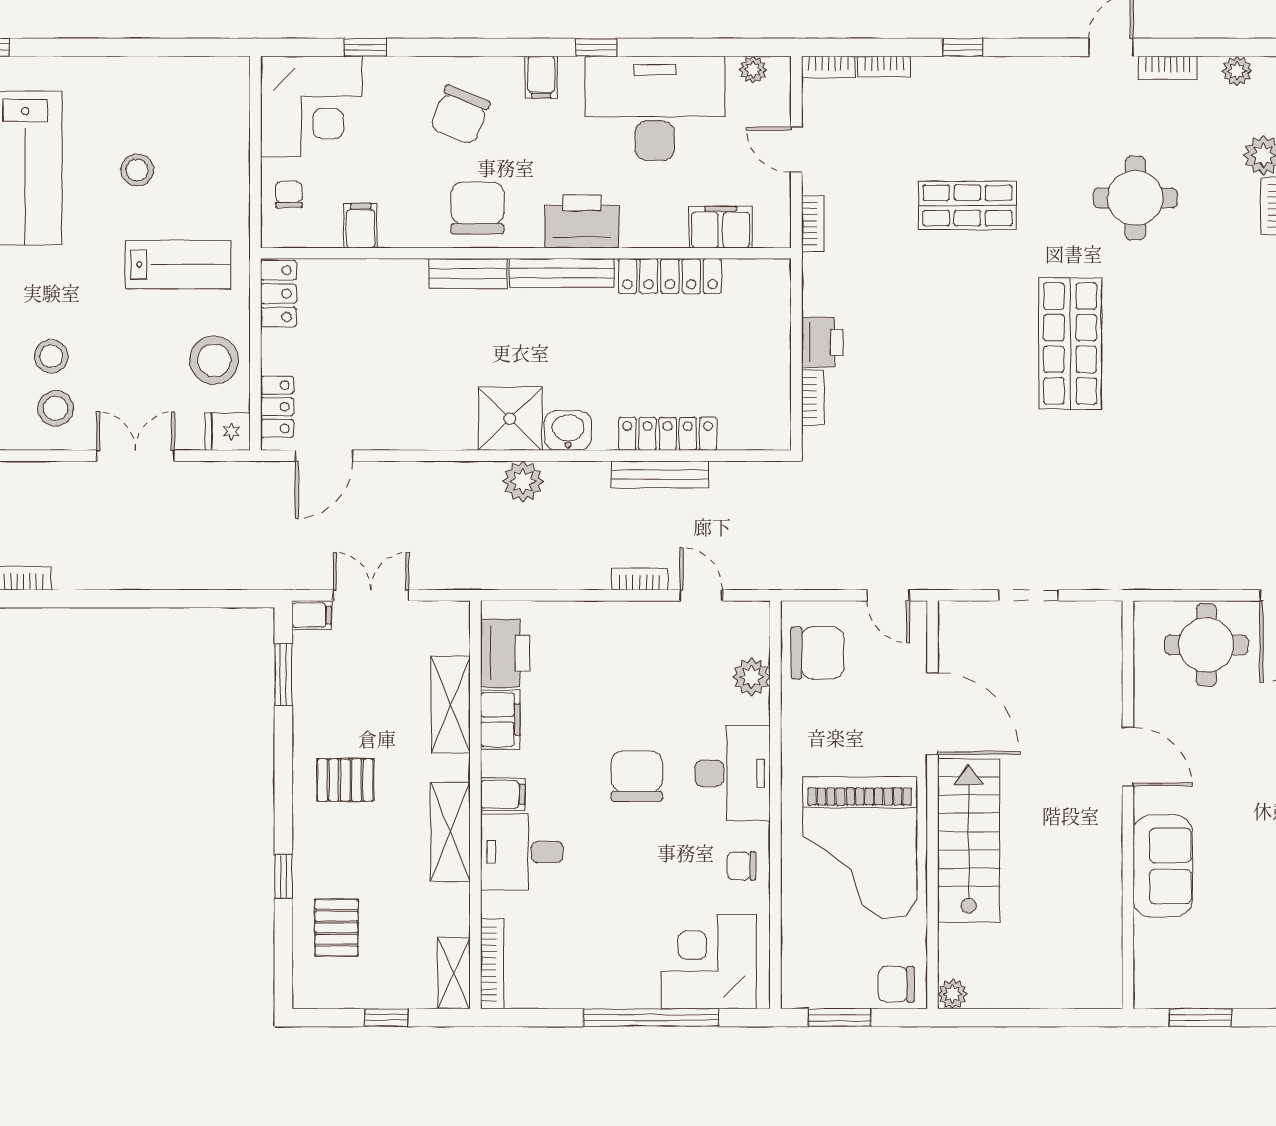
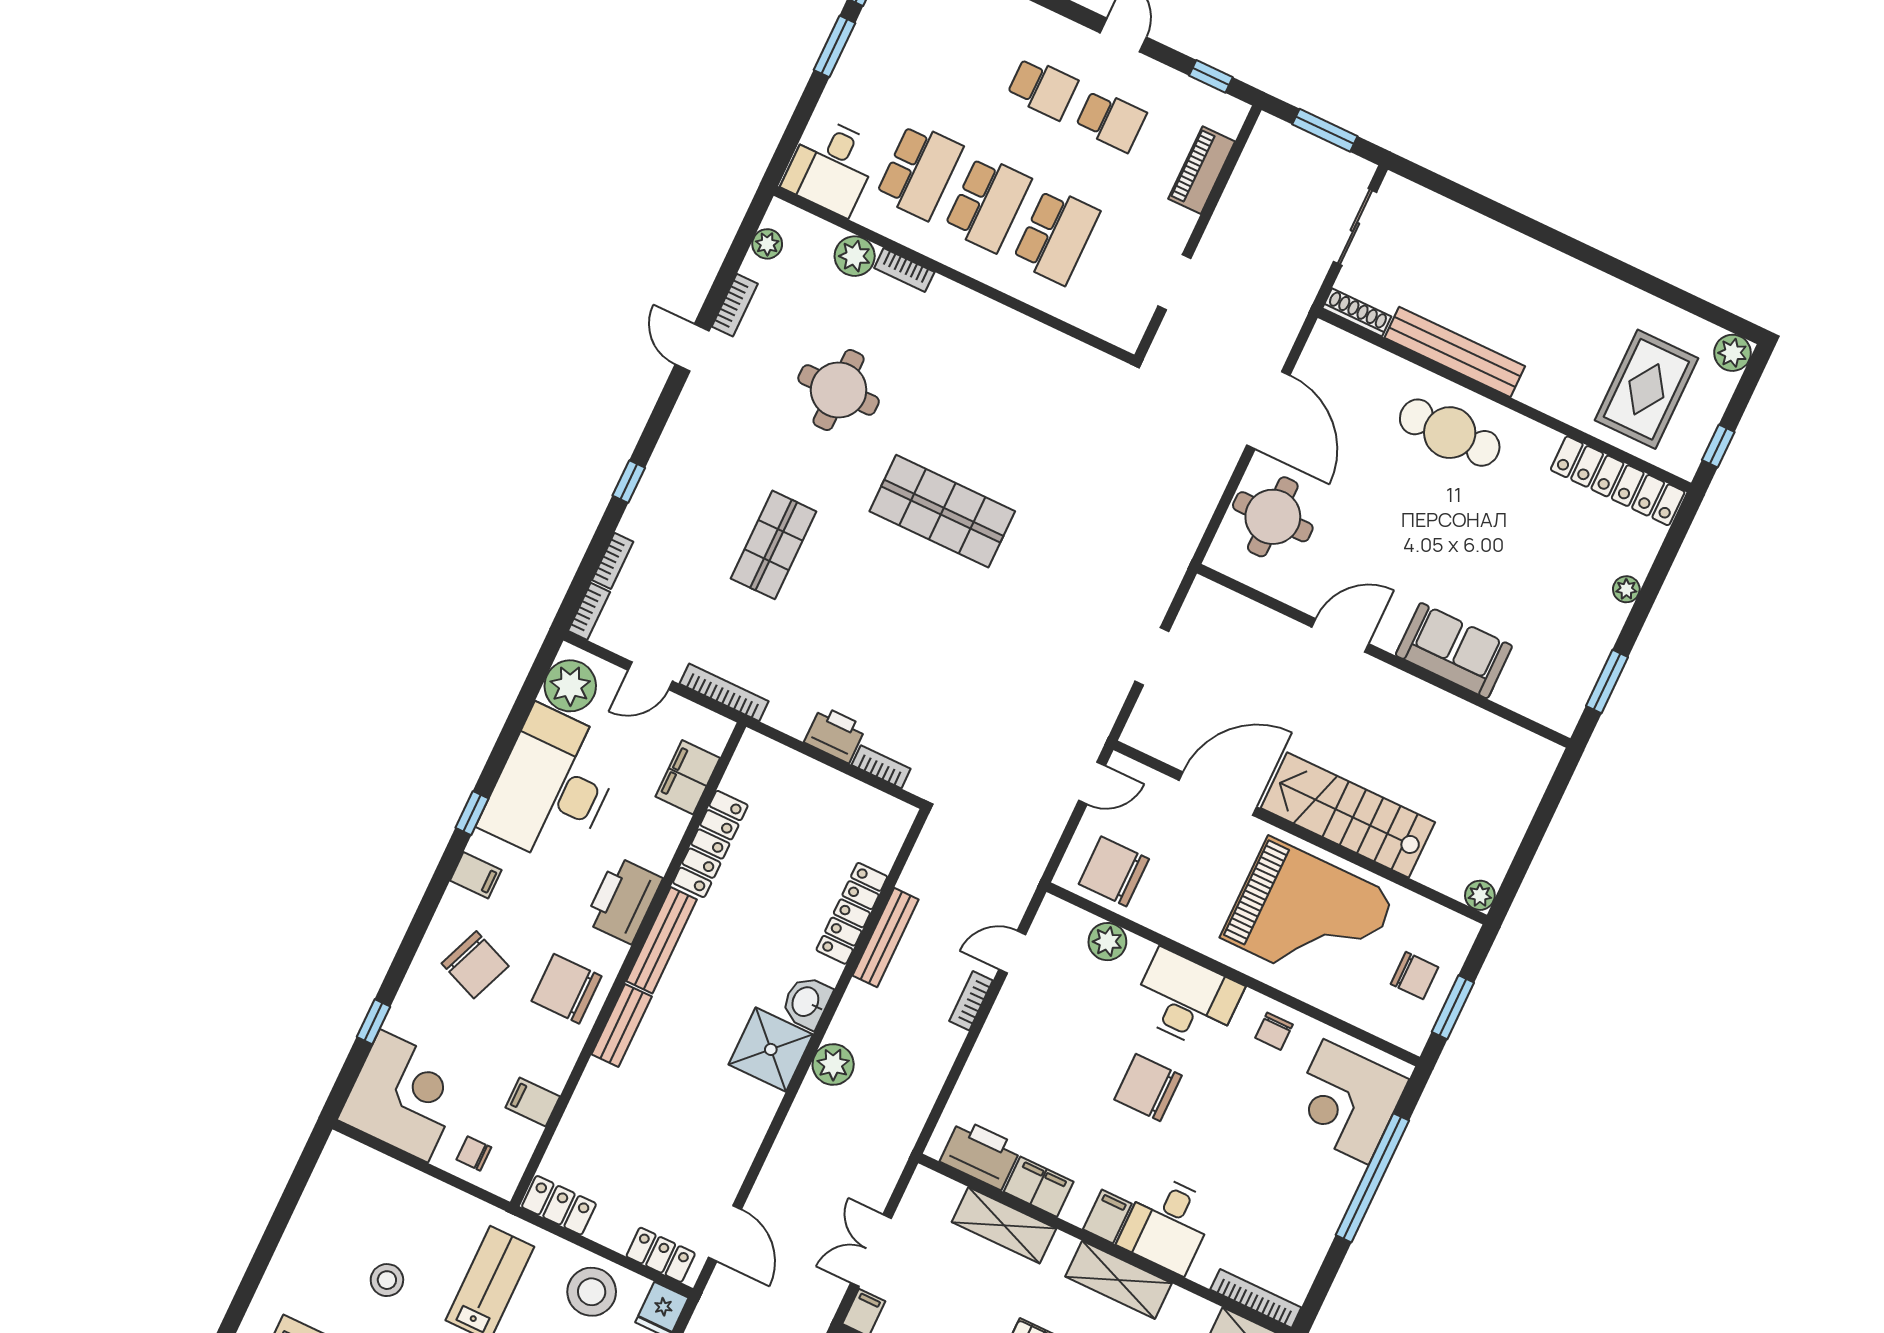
plant: (753, 70) -> (570, 686), width x1.88, depth x1.88
bookcase: (813, 224) -> (724, 692), width x1.56
chair: (818, 653) -> (1114, 871), turned -90
chair: (896, 984) -> (1415, 976), moved, turned -90

